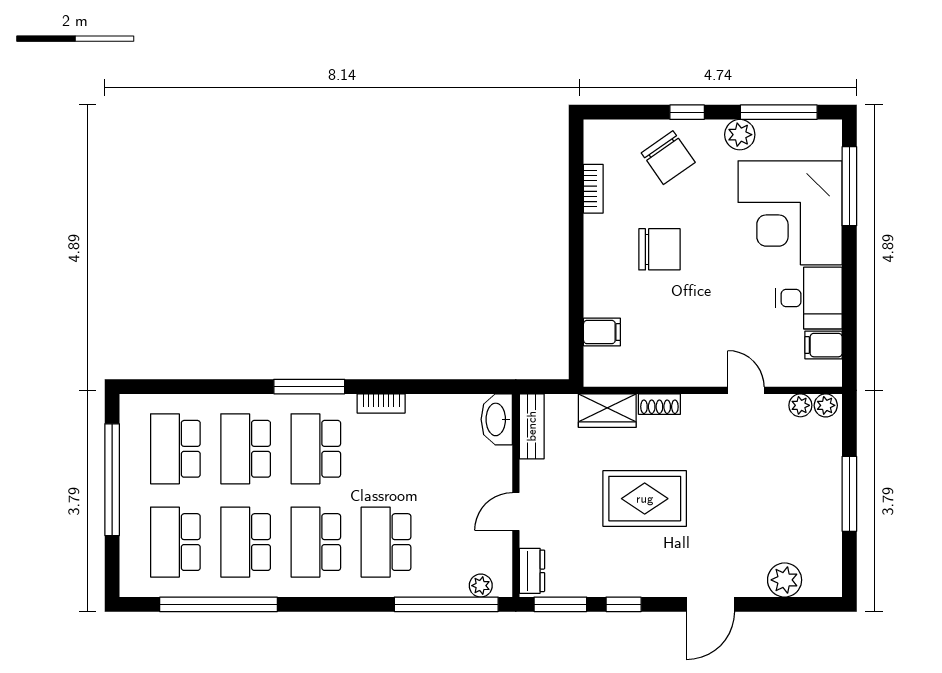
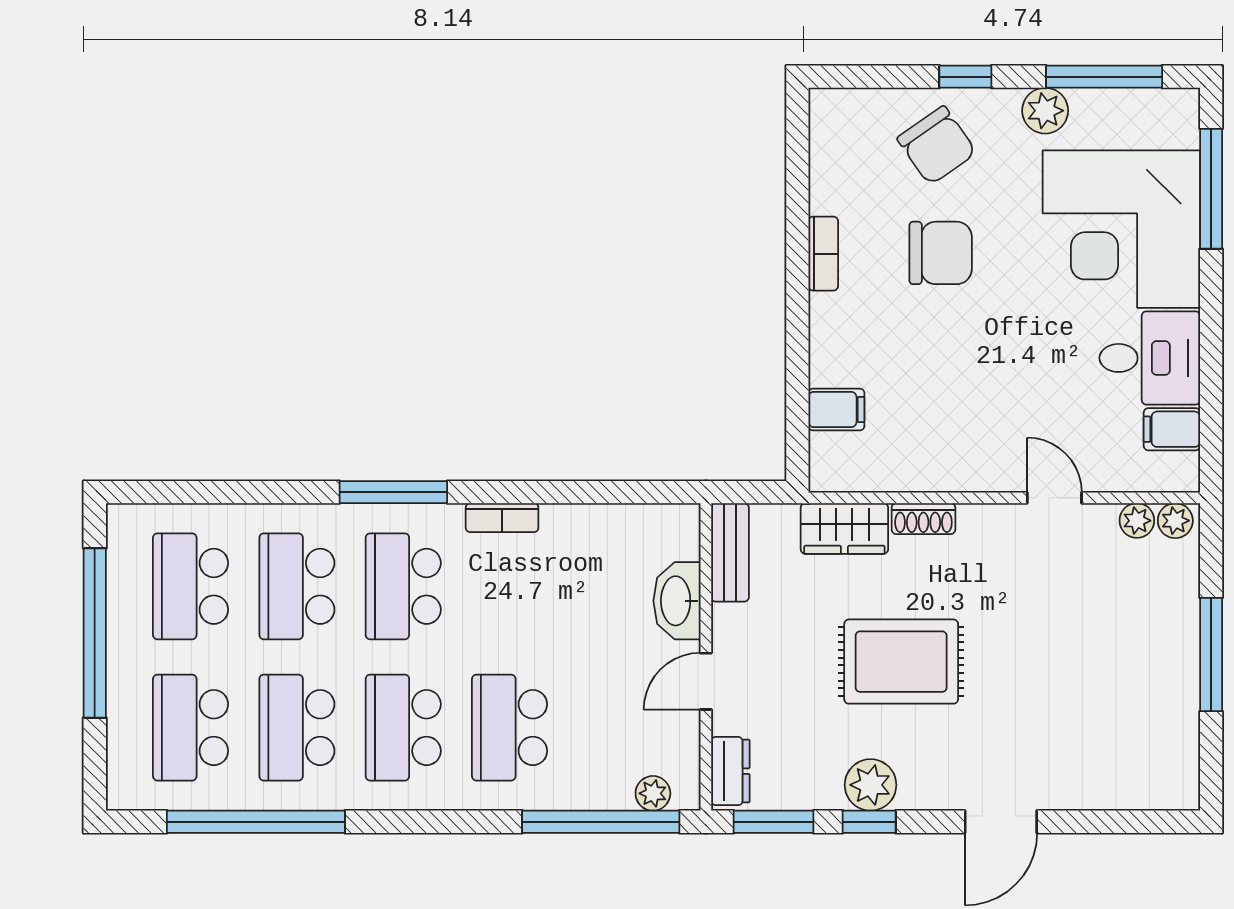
bookcase: (593, 189) -> (823, 254), moved
chair: (659, 249) -> (941, 253), moved
washbasin: (497, 419) -> (677, 601), moved
plant: (785, 580) -> (871, 785), moved

